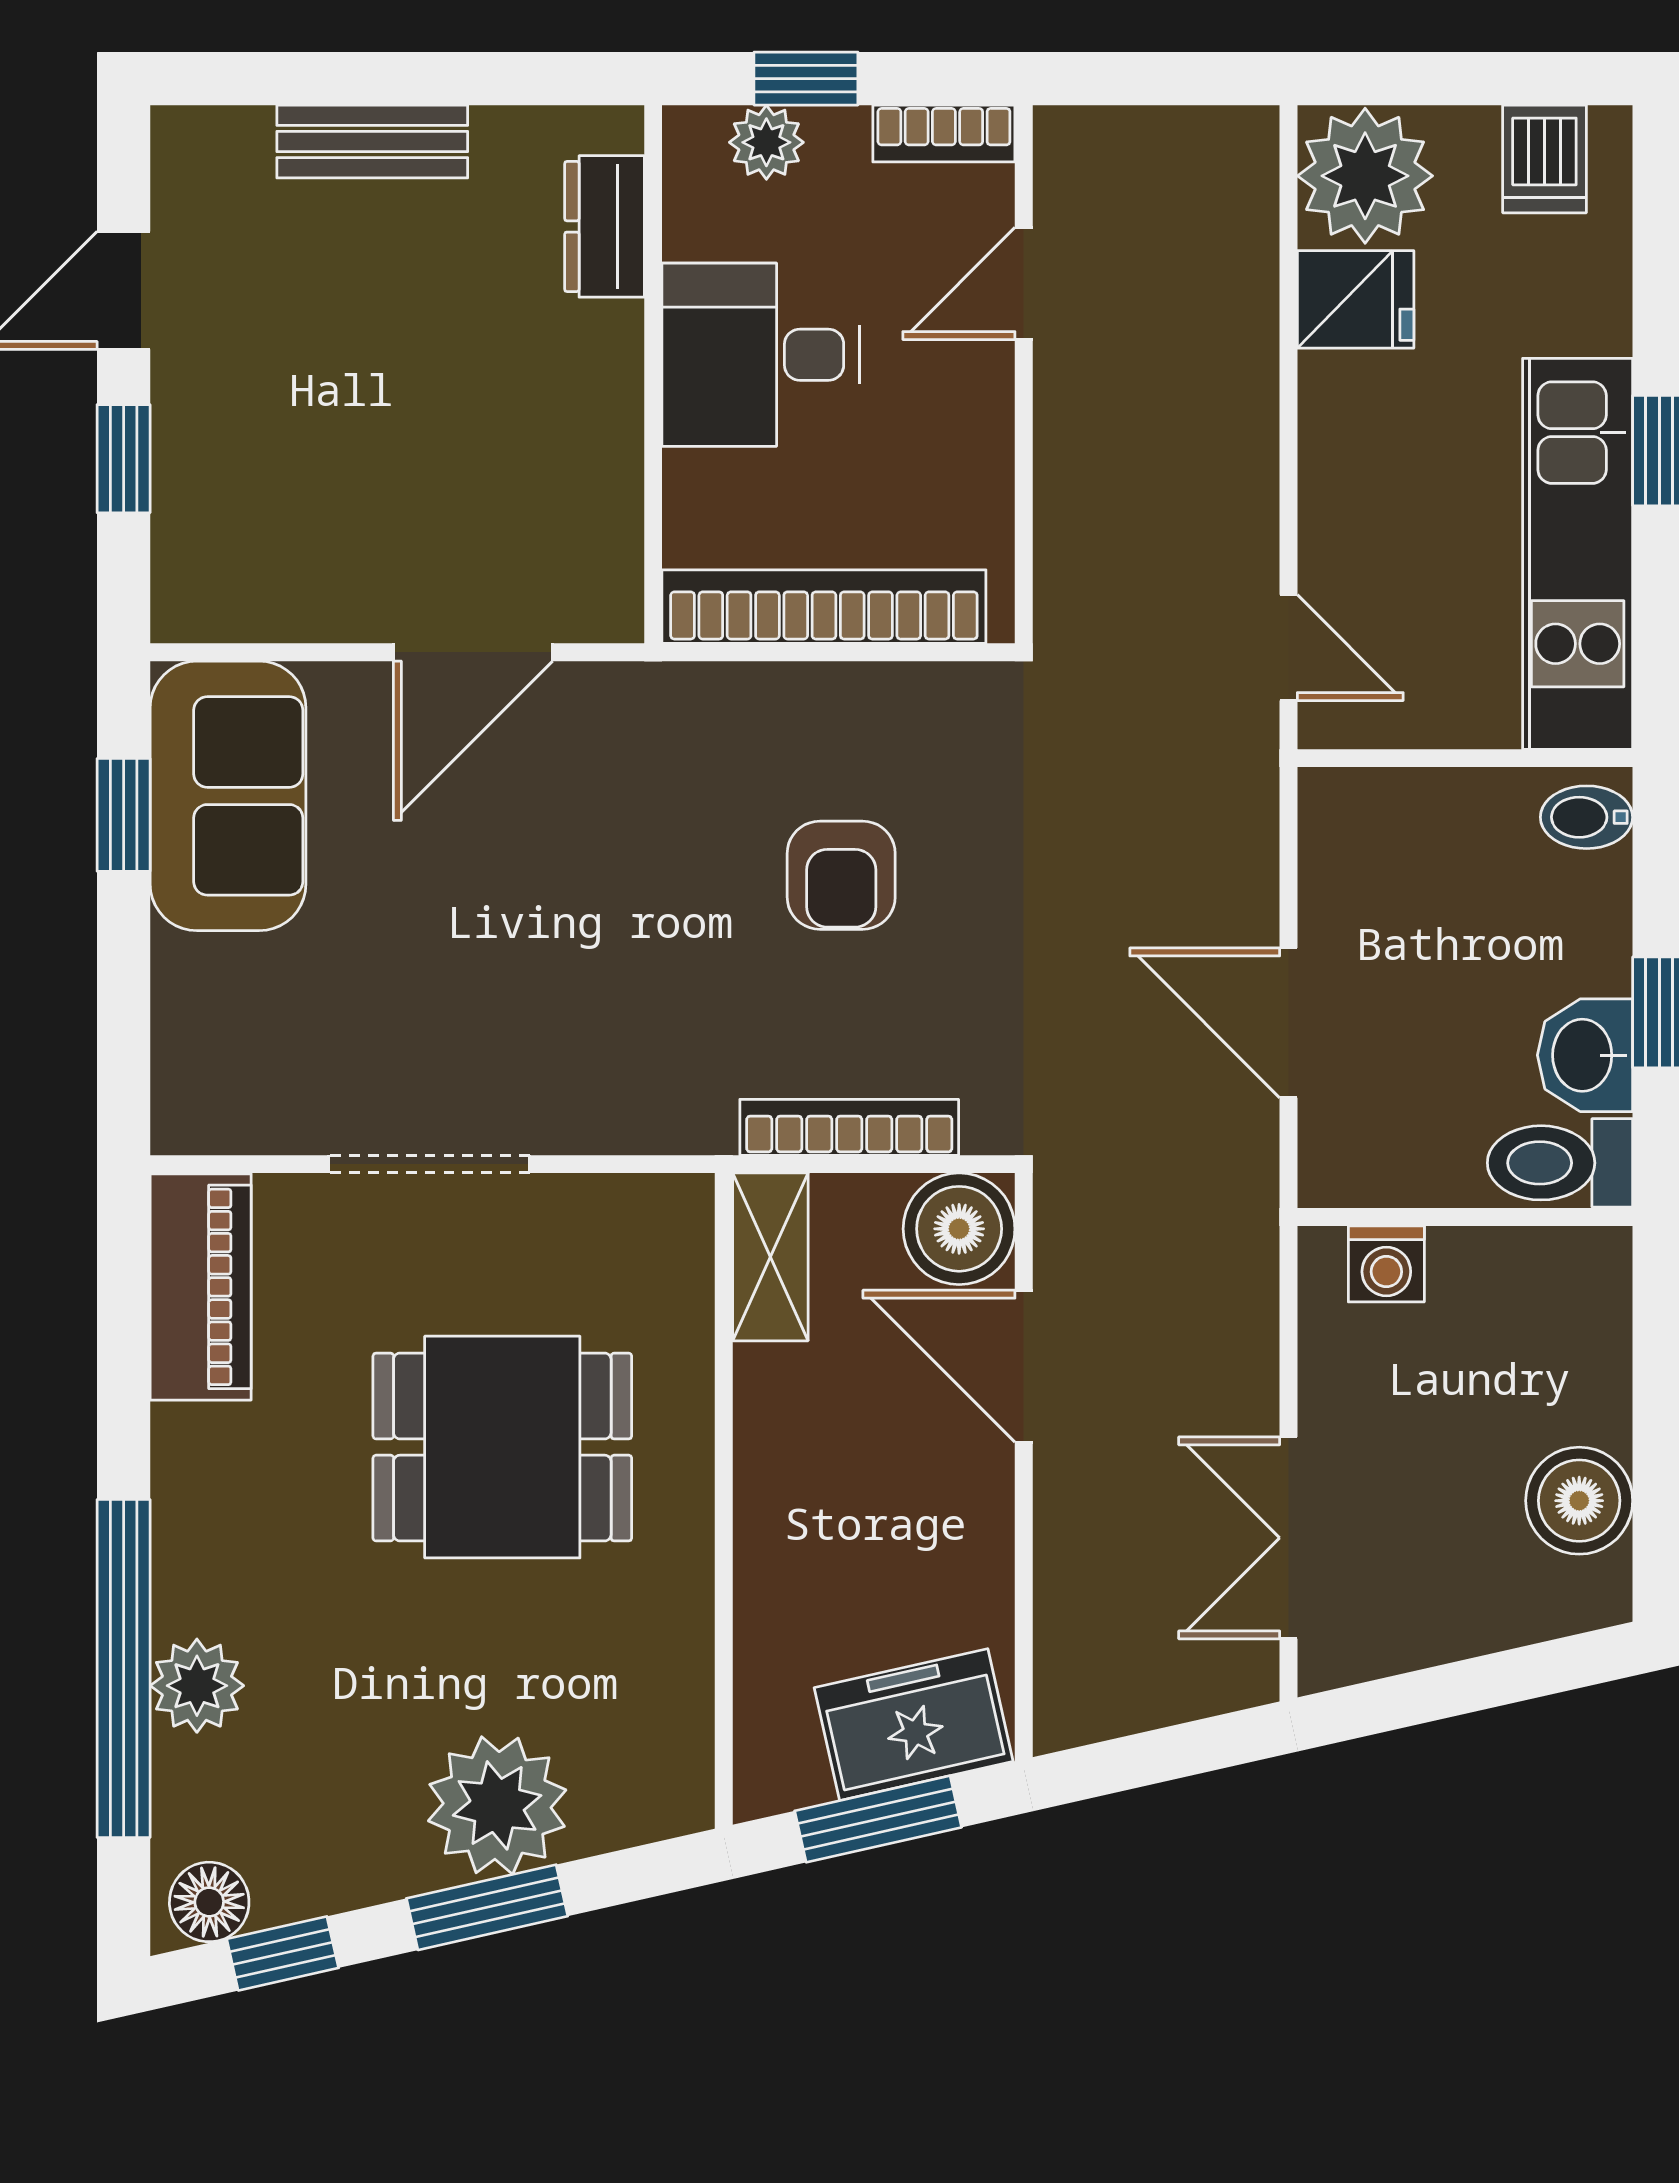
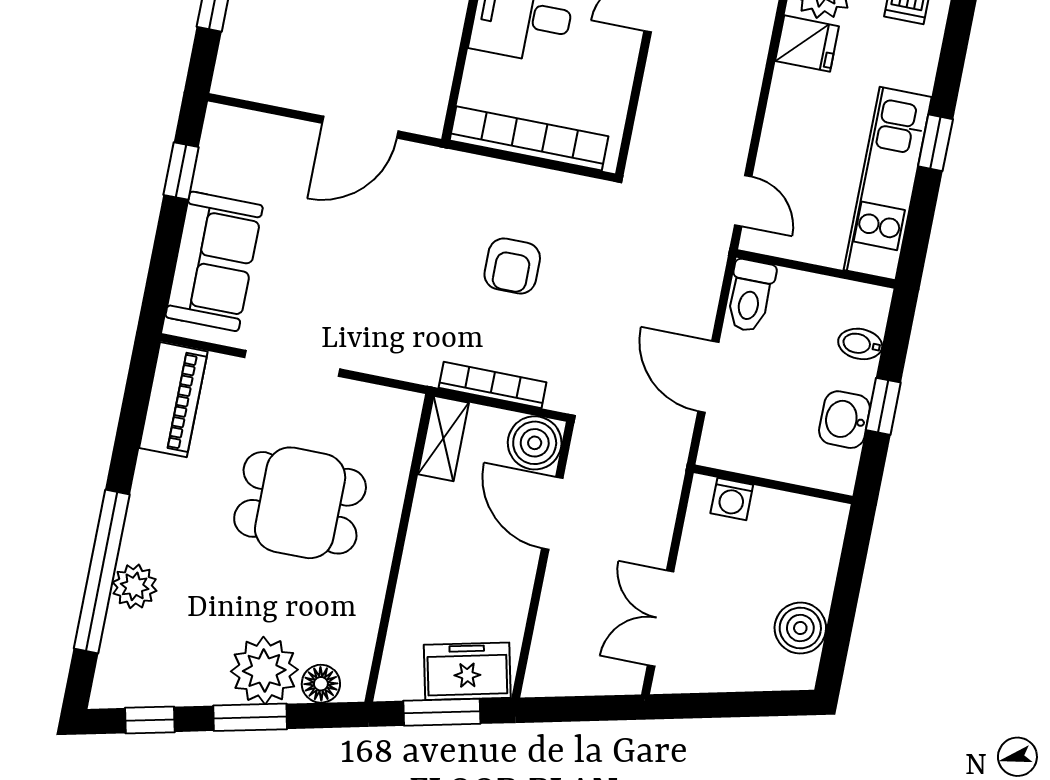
sofa: (228, 796) -> (214, 261), moved
bidet: (1587, 817) -> (860, 344), moved
toilet: (1560, 1163) -> (750, 296), moved, turned -90
floor lamp: (209, 1902) -> (321, 684), moved

